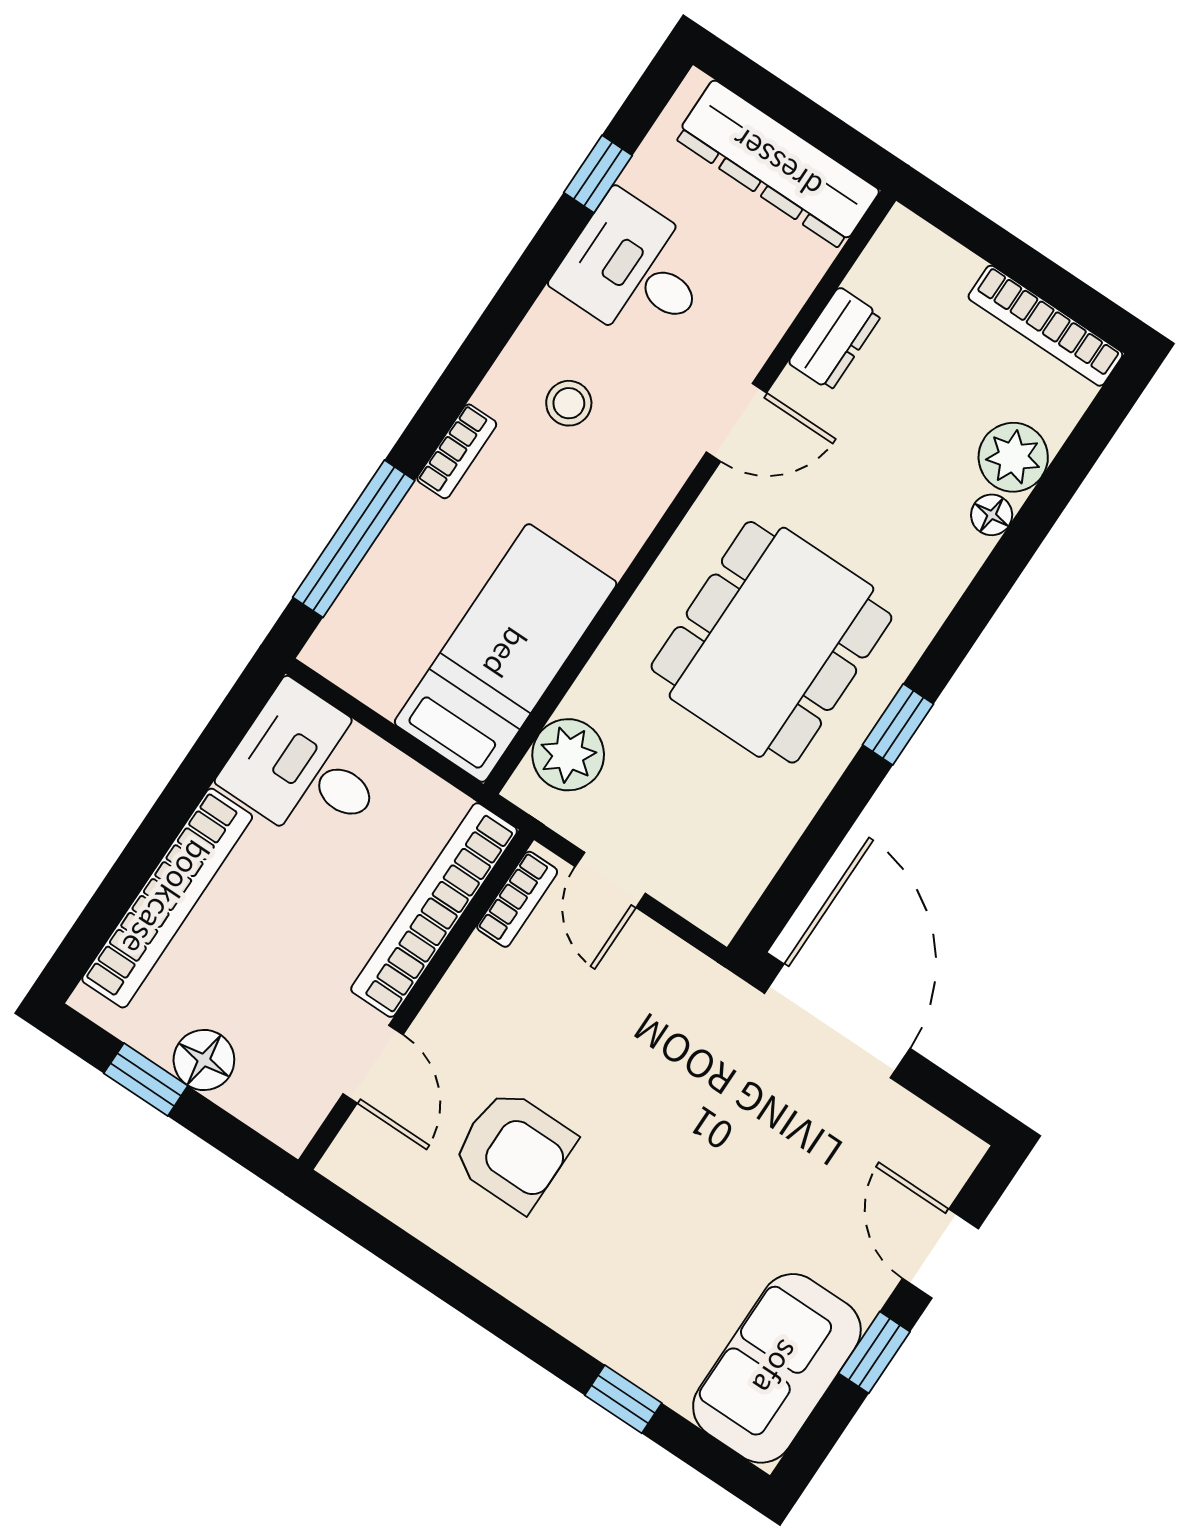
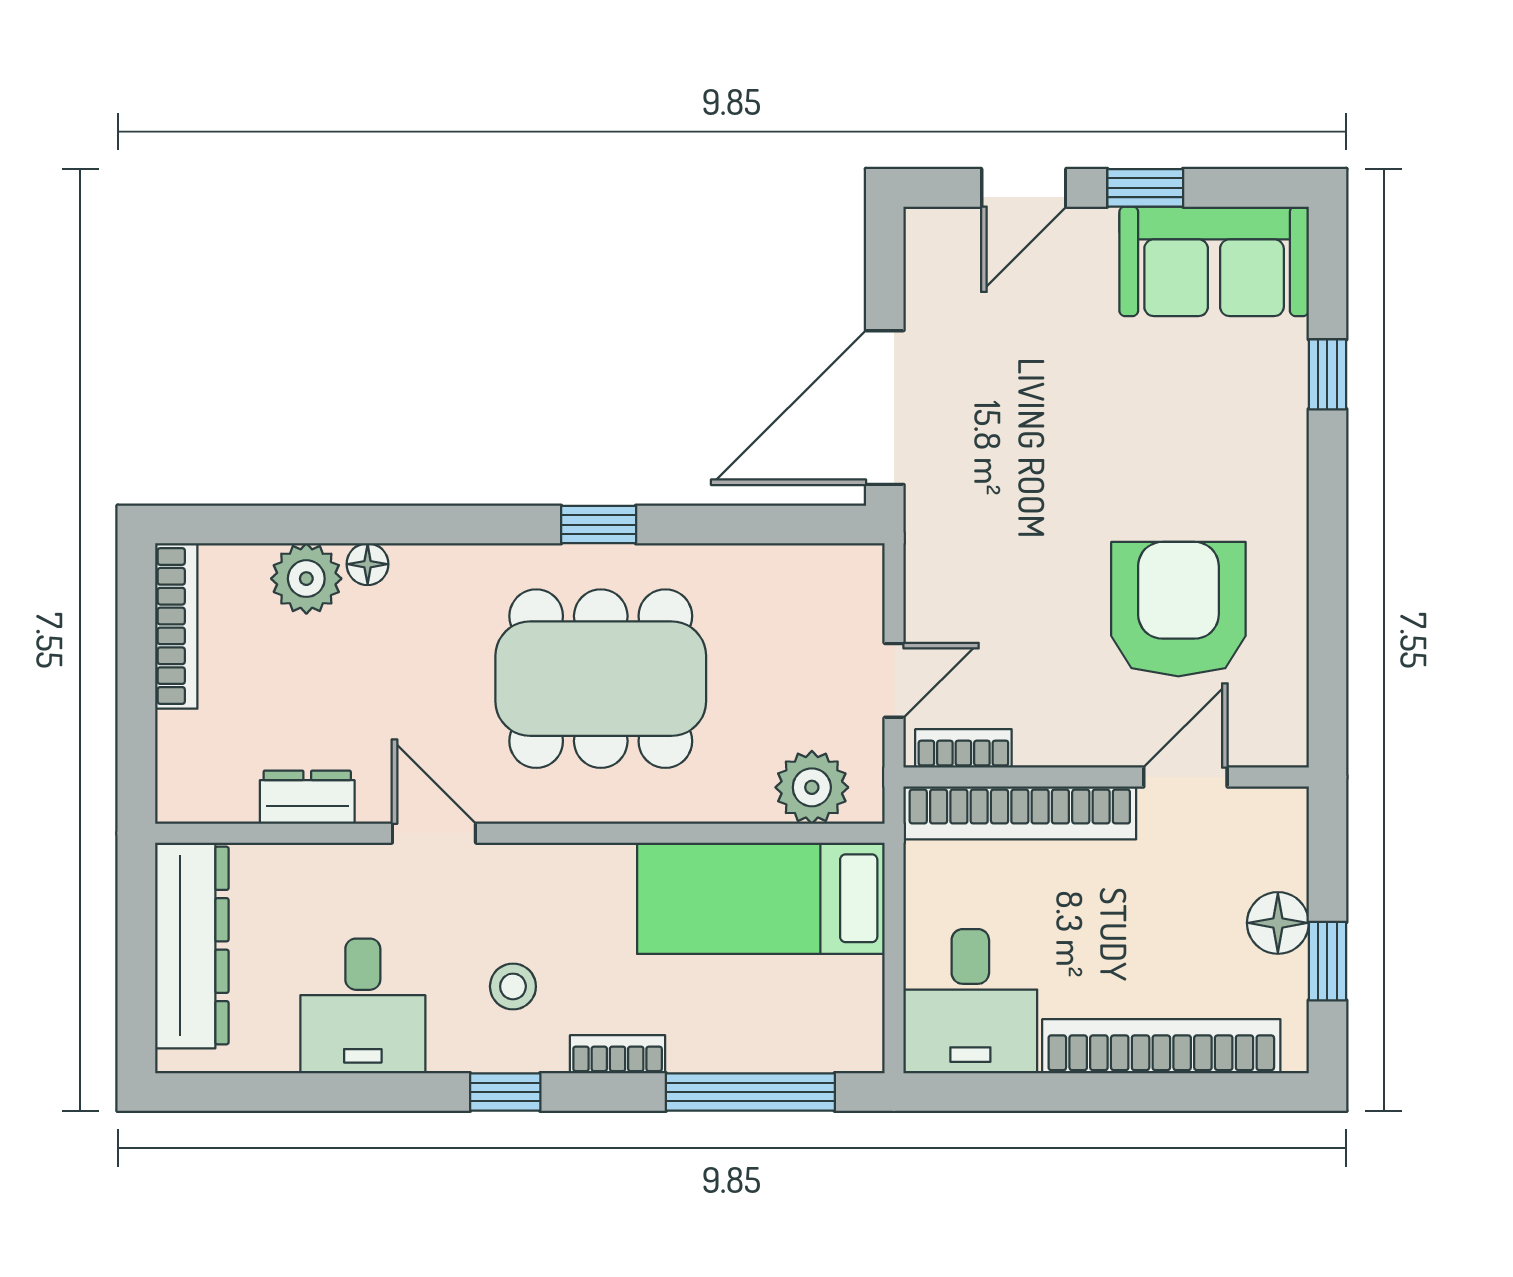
window: (598, 174) -> (505, 1092), moved
armchair: (513, 1150) -> (1178, 609), width x1.36, depth x1.36

